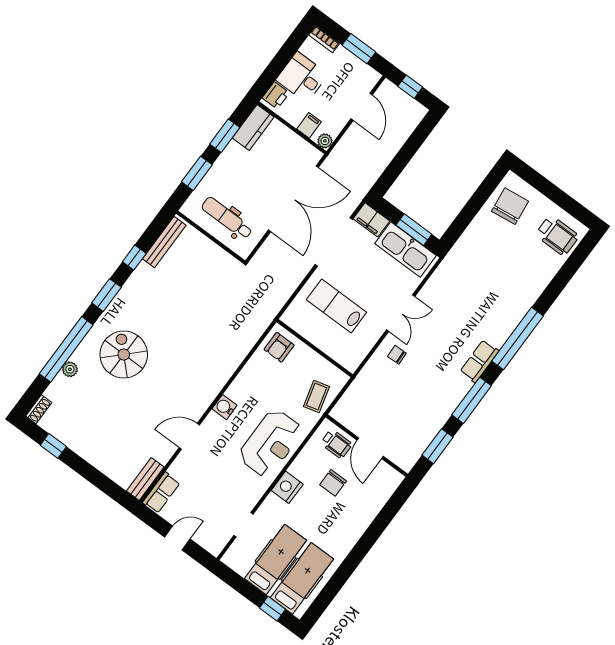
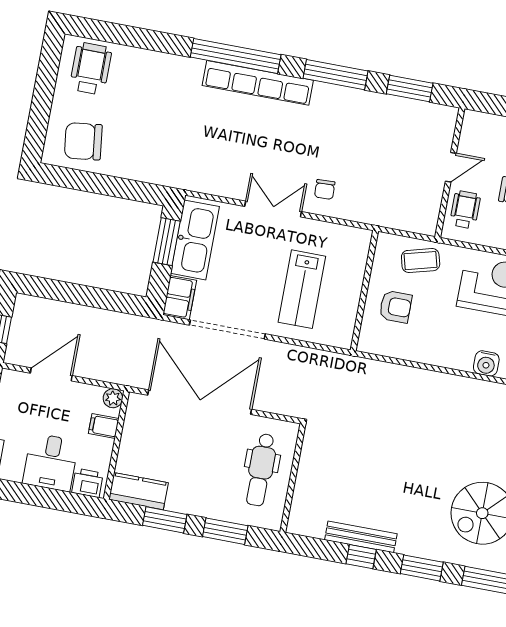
bench: (164, 242) -> (361, 537), moved
armchair: (279, 347) -> (395, 307), moved
row of seats: (479, 361) -> (258, 83), width x2.02
door: (370, 448) -> (451, 167), width x0.73

